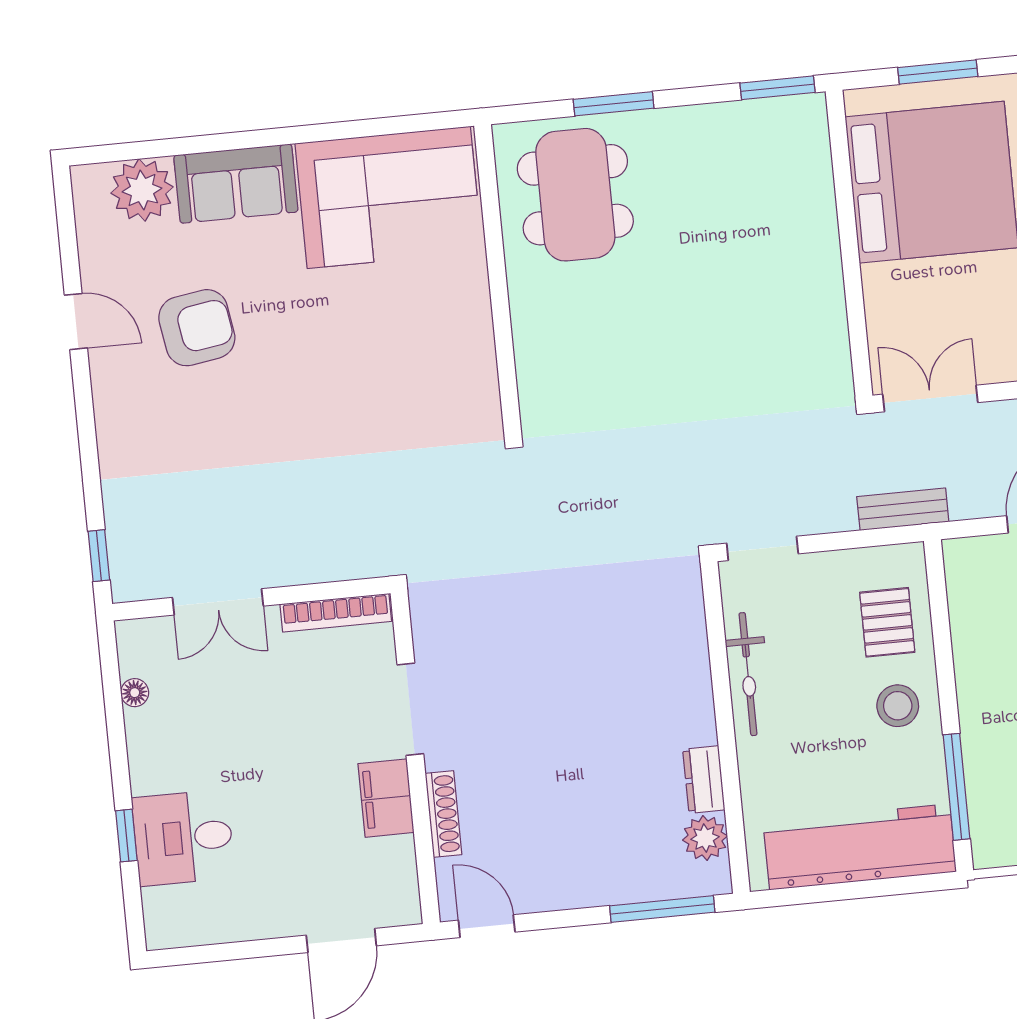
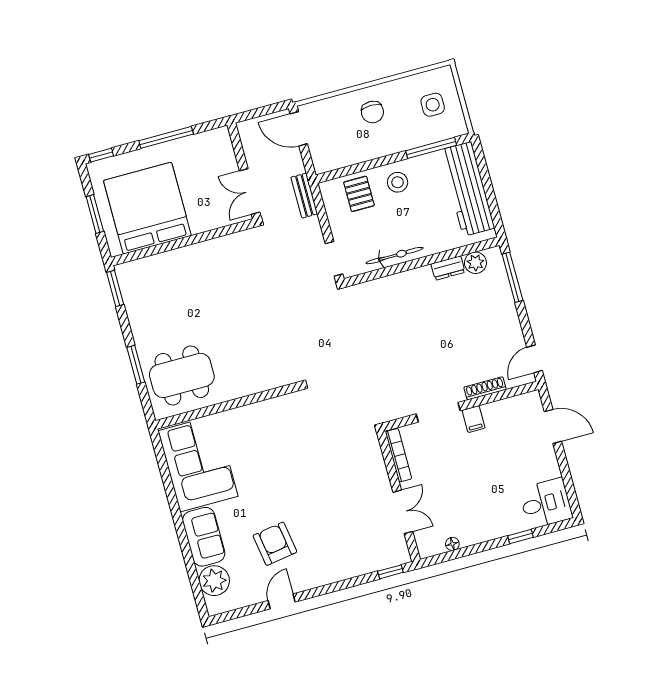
pallet: (887, 622) -> (359, 194), turned 90
filing cabinet: (386, 798) -> (474, 419), width x0.50
desk: (183, 838) -> (546, 503), moved, turned -90

